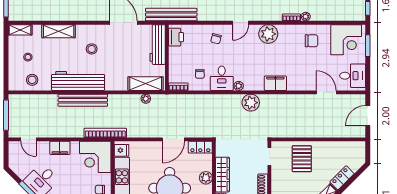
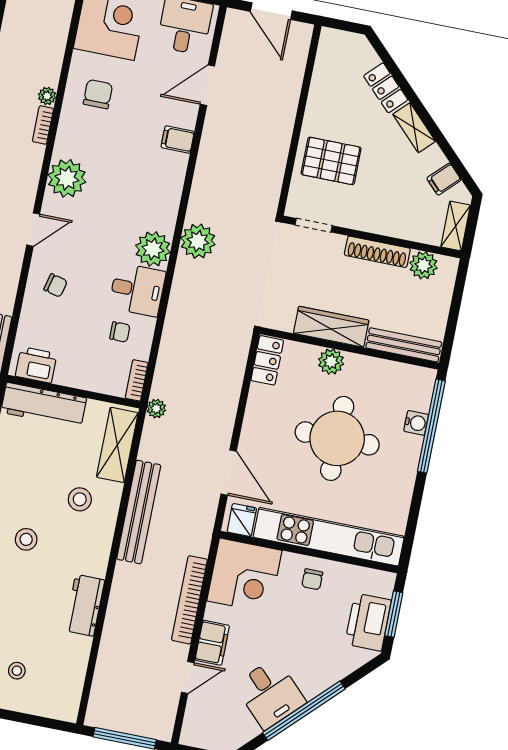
door: (241, 23) -> (33, 230), hinge flipped
stool: (32, 80) -> (80, 499), moved
workbench: (78, 81) -> (85, 605), width x0.53, depth x0.76
filing cabinet: (275, 83) -> (178, 140), moved, width x0.50
plant: (239, 86) -> (153, 249), width x1.87, depth x1.87
plant: (146, 99) -> (156, 409), moved
bench: (83, 100) -> (139, 512), moved
bookcase: (105, 133) -> (189, 600), moved
door: (28, 139) -> (188, 677), moved
door: (173, 139) -> (229, 473), moved

